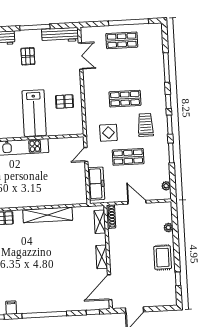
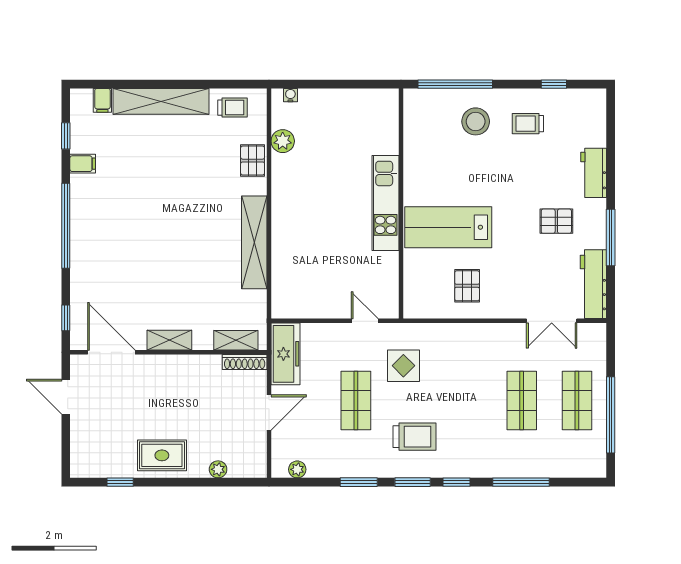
shop shelf: (125, 99) -> (522, 400), moved
freezer: (96, 184) -> (286, 354), moved, turned -90

